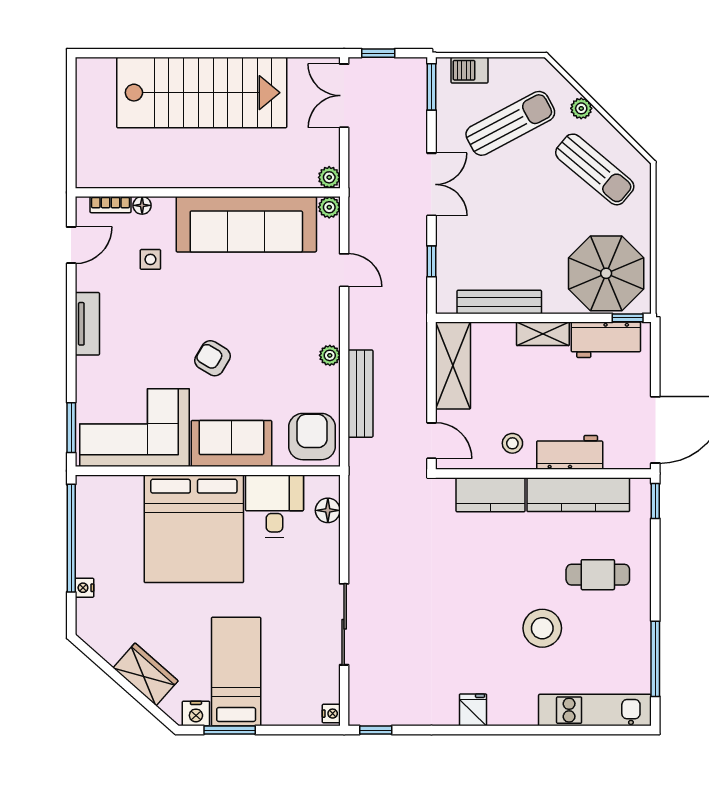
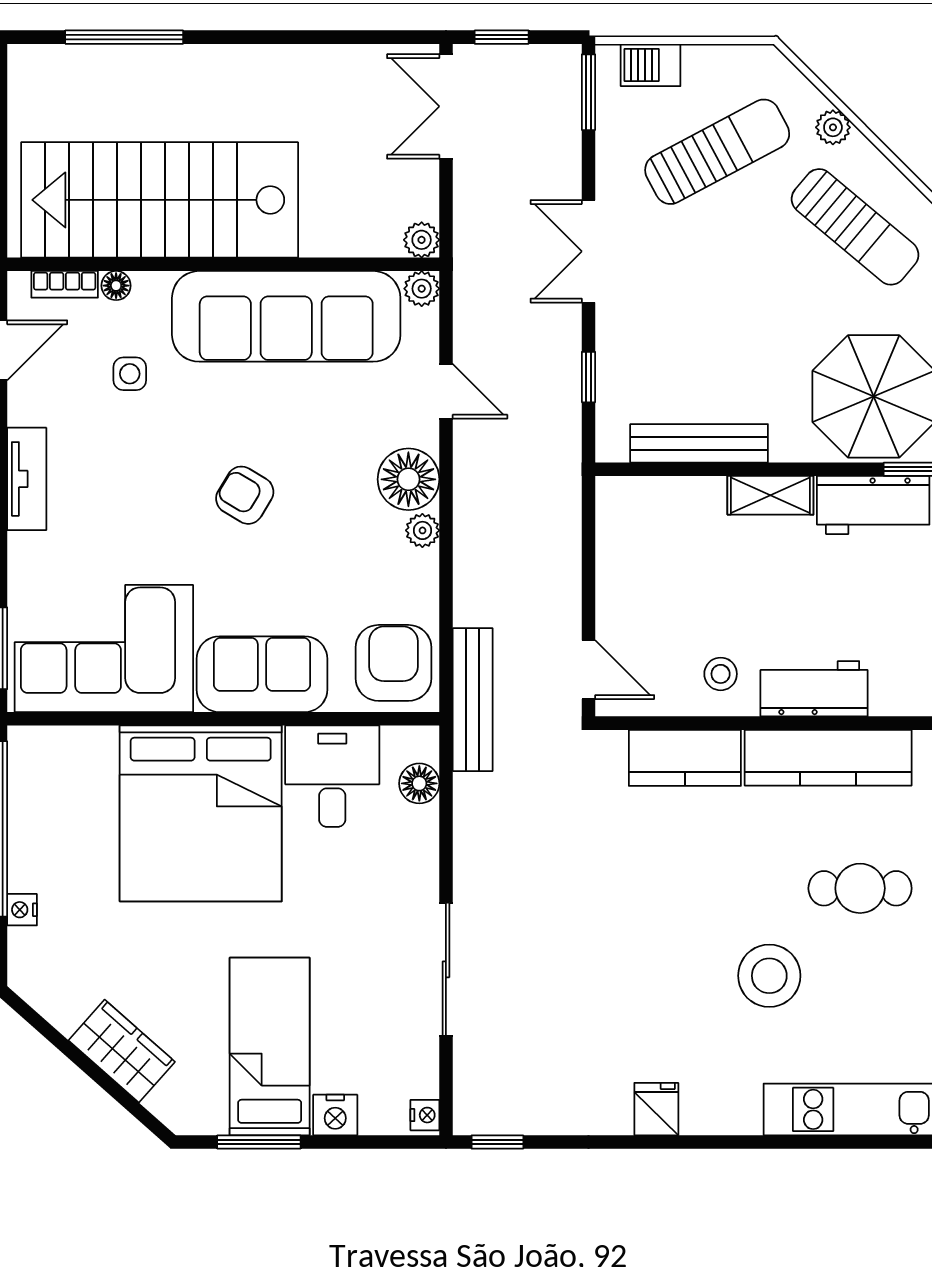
window: (147, 53) -> (124, 37), added
stairs: (202, 93) -> (160, 200), moved, turned 180
double door: (431, 184) -> (589, 251), swing flipped
floor lamp: (321, 324) -> (408, 479), added
armchair: (213, 358) -> (245, 495), moved
shelving: (453, 366) -> (624, 547), removed
bench: (361, 394) -> (473, 700), moved
nightstand: (196, 713) -> (335, 1115), moved

